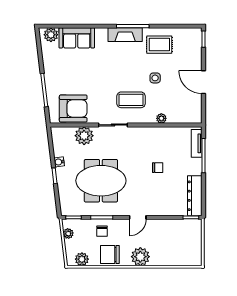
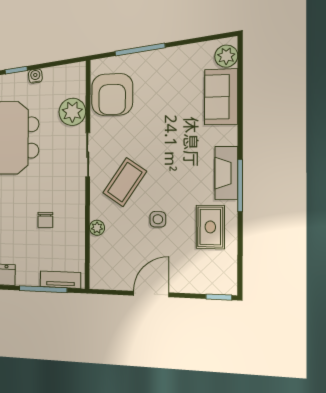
coffee table: (131, 100) -> (125, 182), turned 34
chair: (158, 168) -> (45, 220), moved

